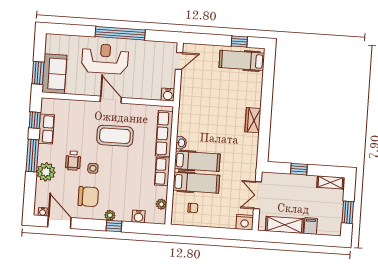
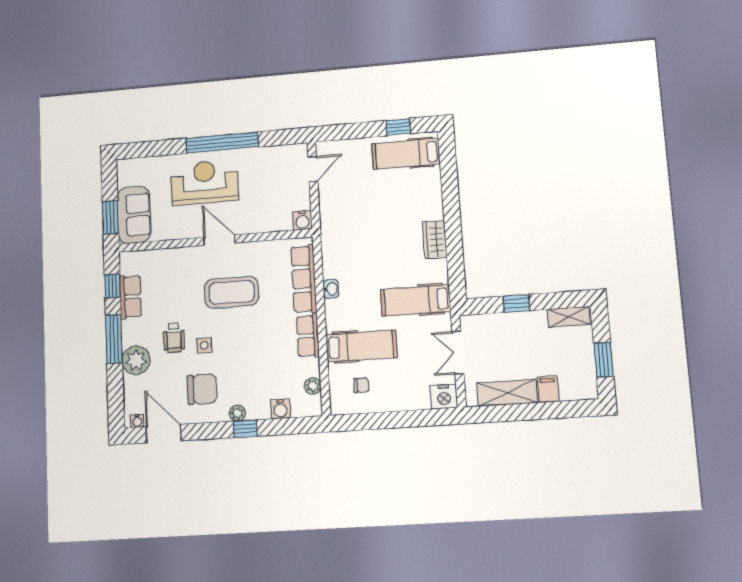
hospital bed: (197, 161) -> (415, 300), moved, turned 180

